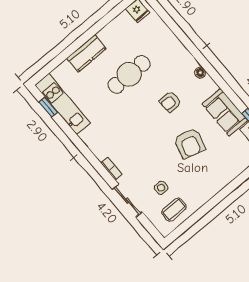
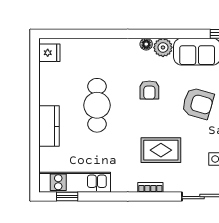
plant: (208, 86) -> (163, 47), added
rug: (135, 145) -> (161, 150), added
bookcase: (111, 169) -> (150, 187), moved

